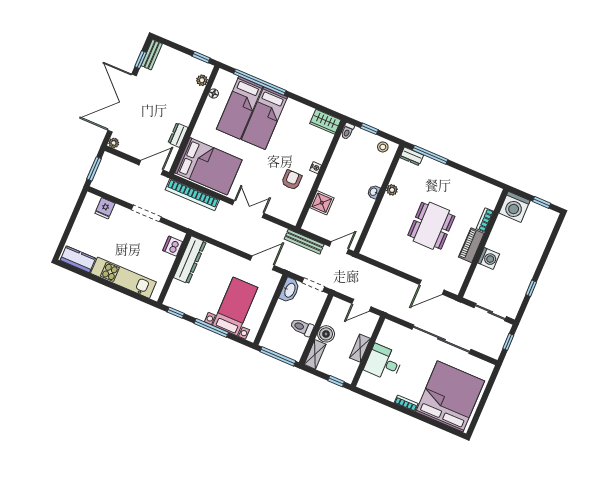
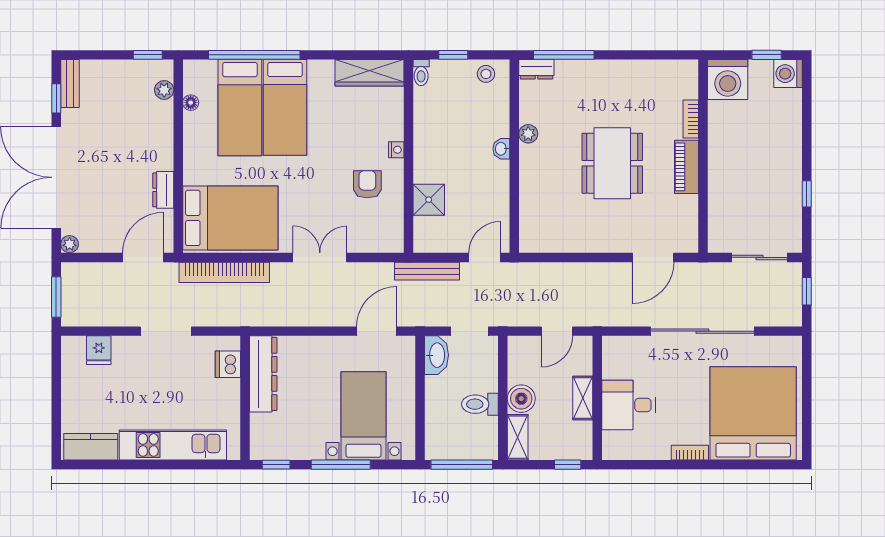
wardrobe: (325, 122) -> (369, 73), width x1.50
washing machine: (489, 258) -> (788, 74), moved, turned 180

